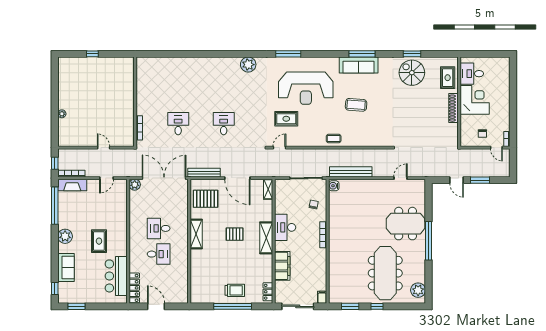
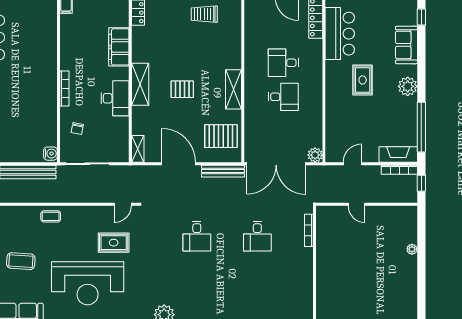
reception desk: (306, 88) -> (88, 283), turned 180
trolley: (235, 290) -> (204, 14), moved

